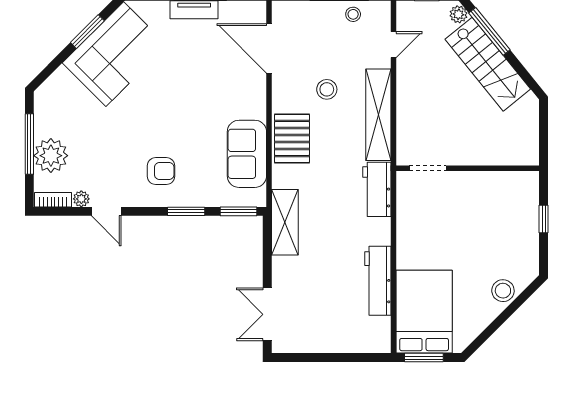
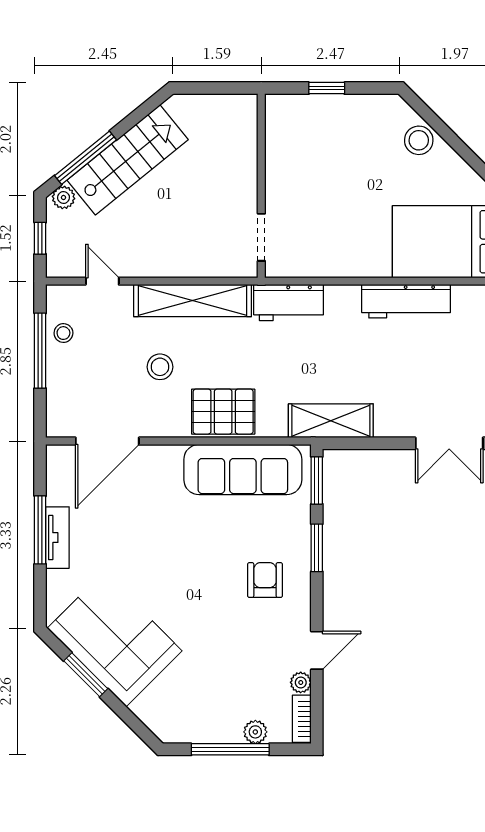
sofa: (247, 154) -> (243, 470), width x1.36
plant: (51, 156) -> (255, 732), width x0.53, depth x0.53

